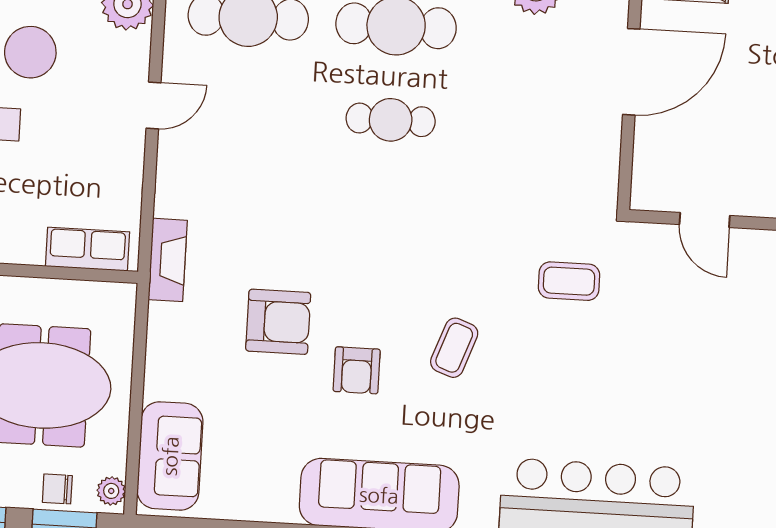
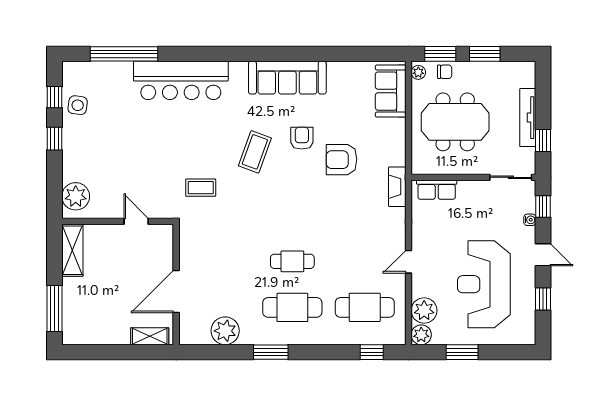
coffee table: (454, 348) -> (255, 152), width x1.36, depth x1.30

